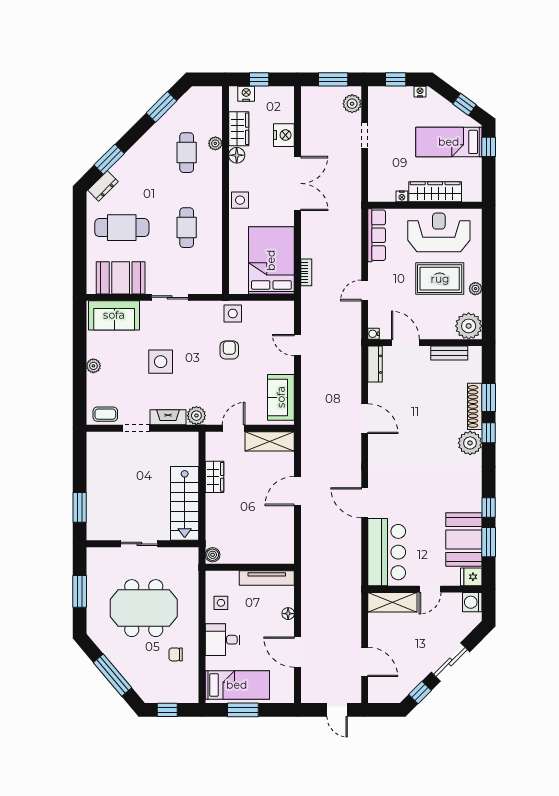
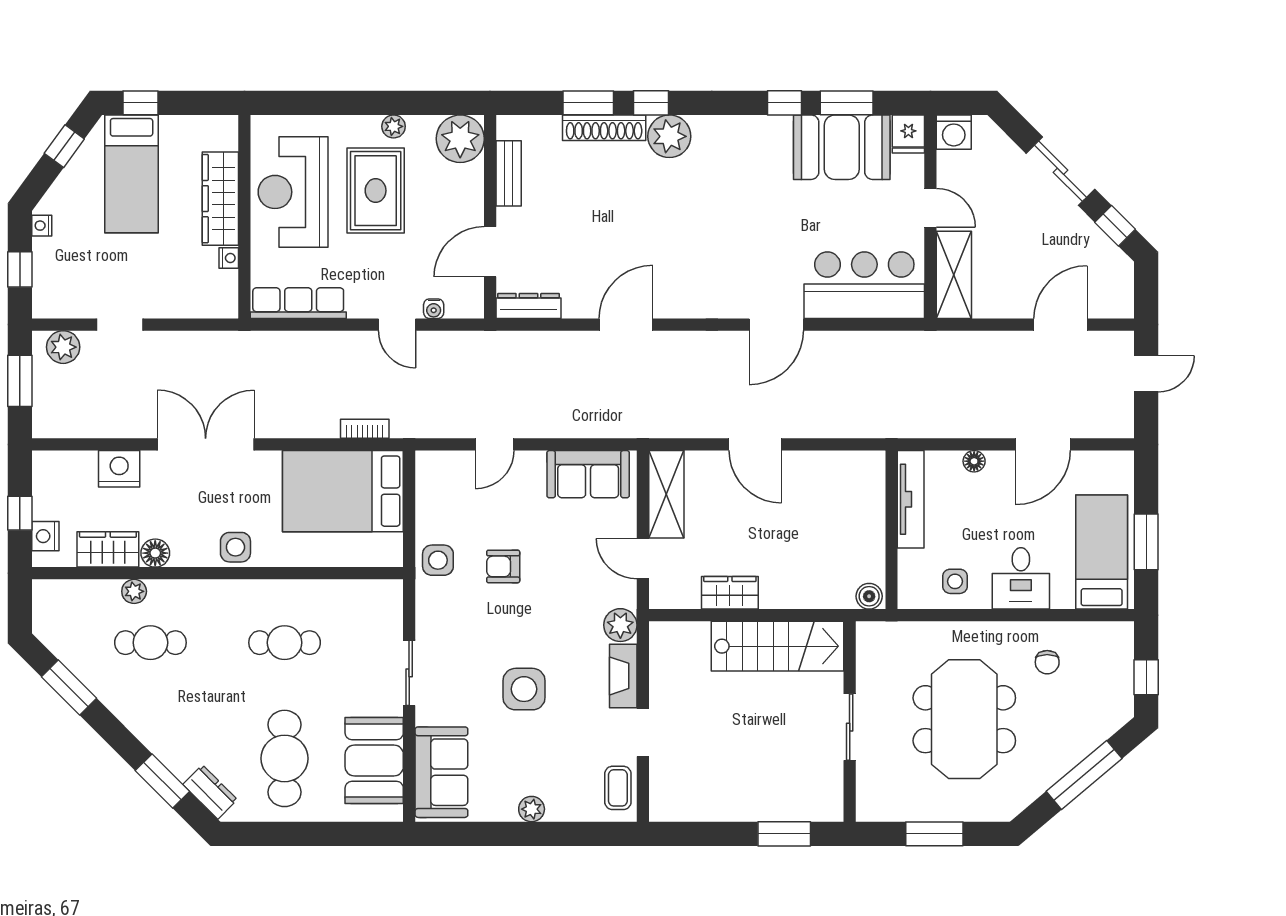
water cooler: (374, 334) -> (434, 309), moved

